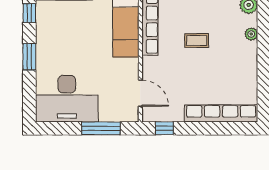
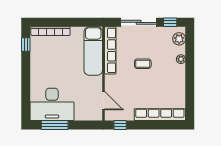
window: (29, 57) -> (26, 75), removed
window: (101, 128) -> (55, 125), moved

